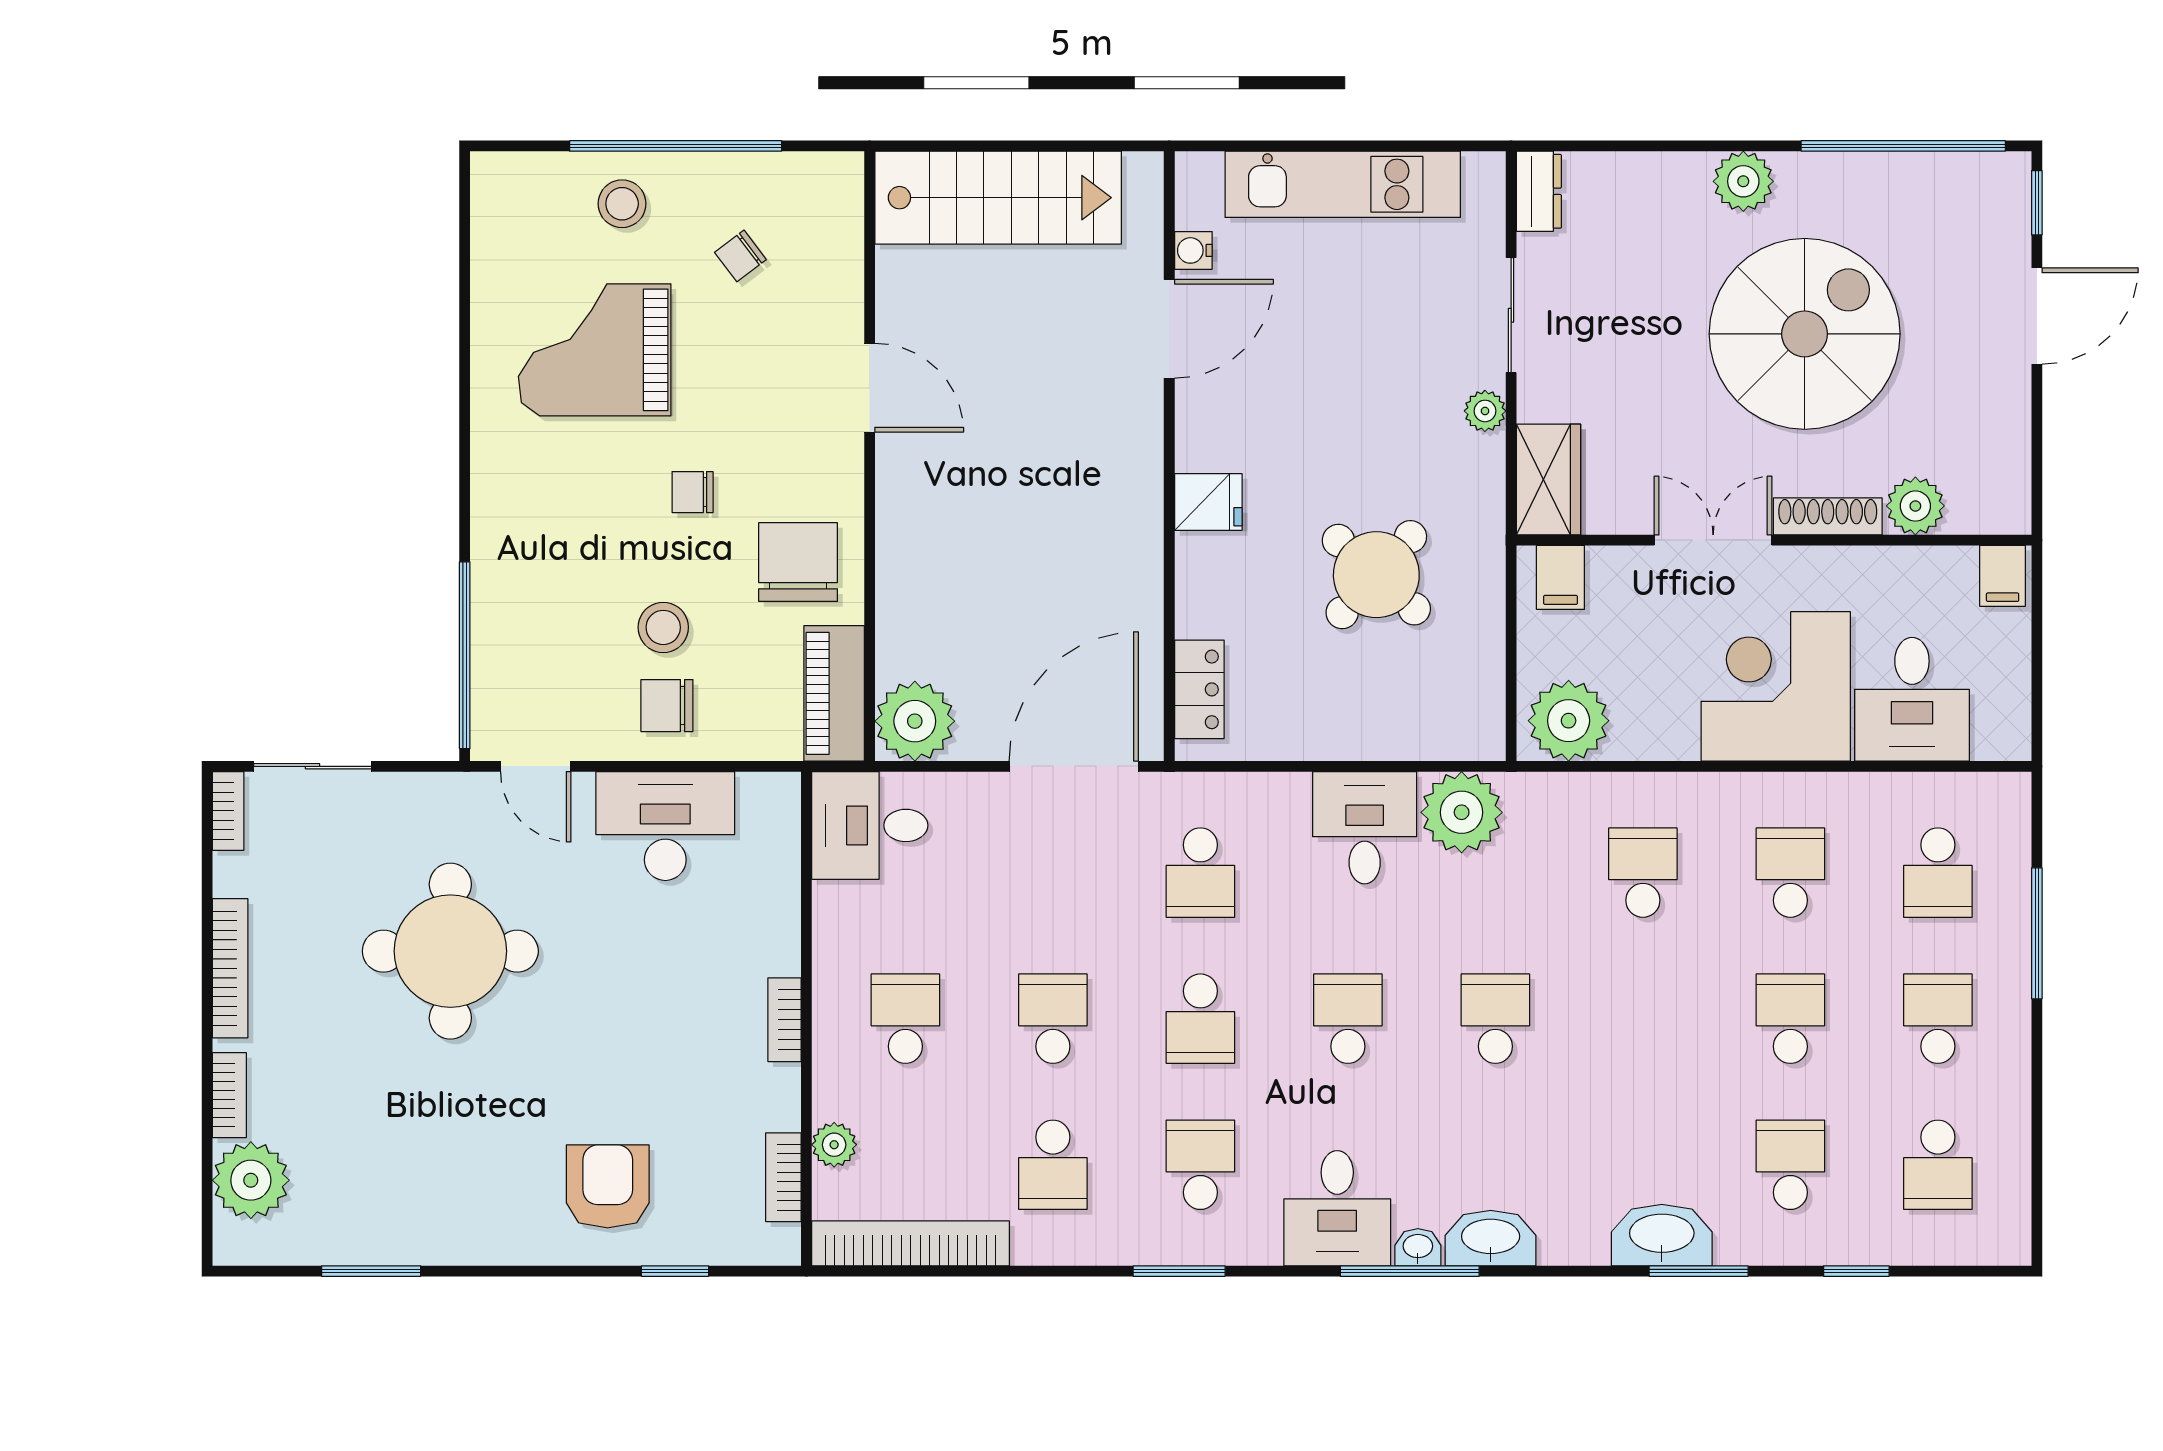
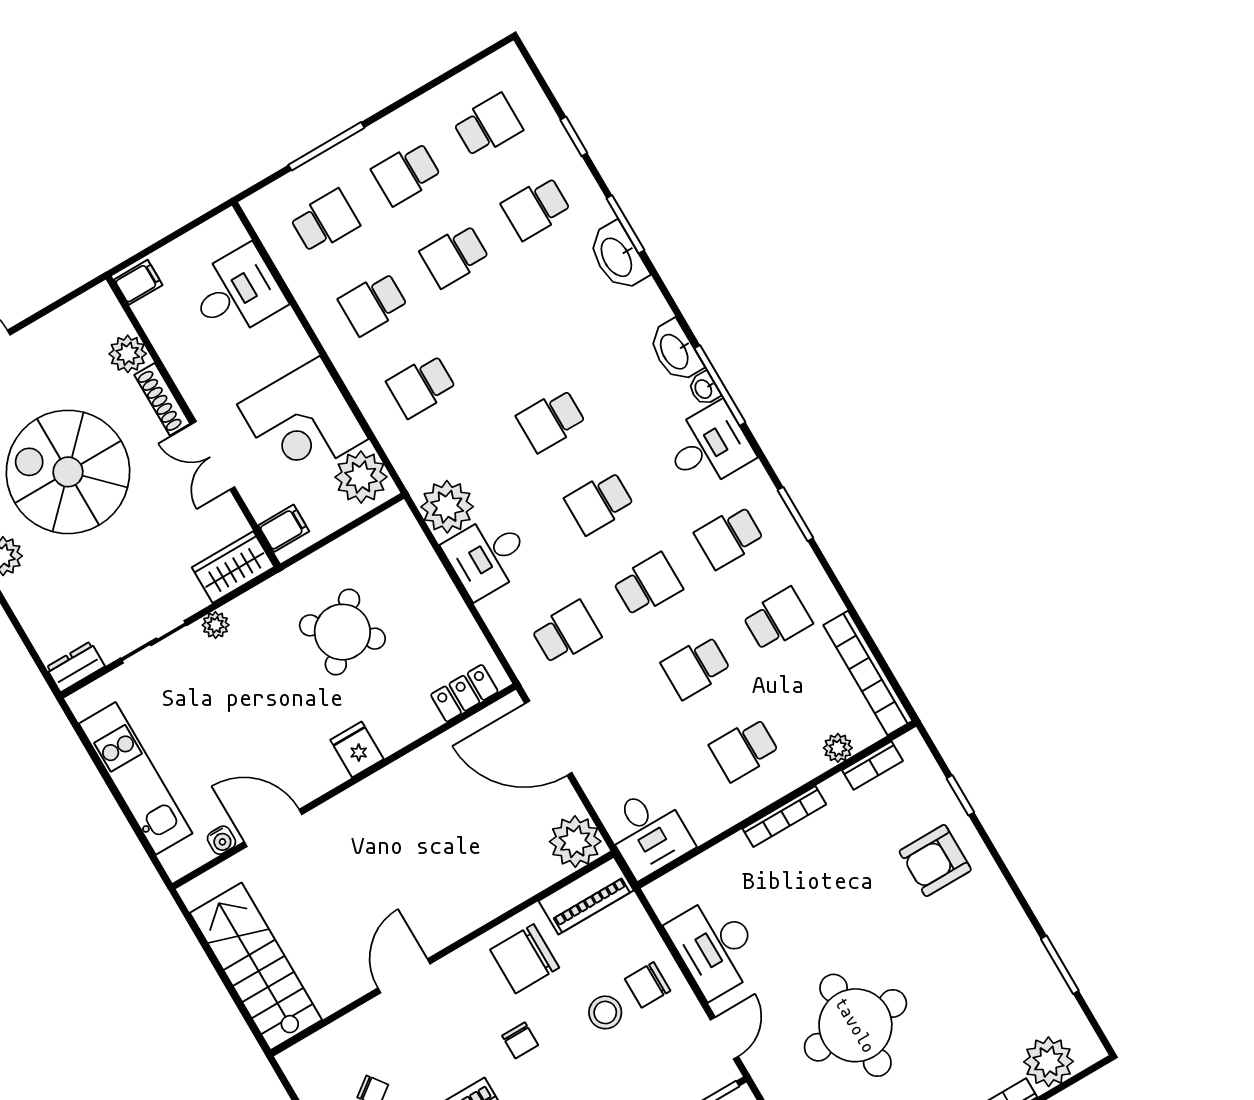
corner desk: (1776, 686) -> (303, 422), moved
chair: (667, 706) -> (648, 985), turned 90
bookcase: (784, 1020) -> (784, 816), width x1.56

